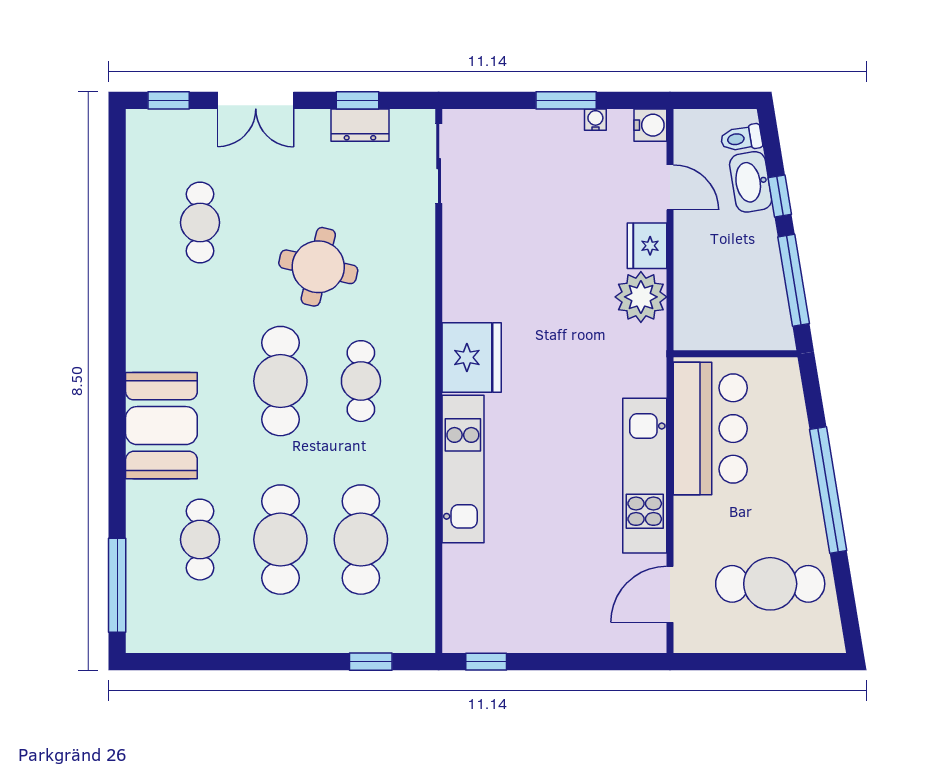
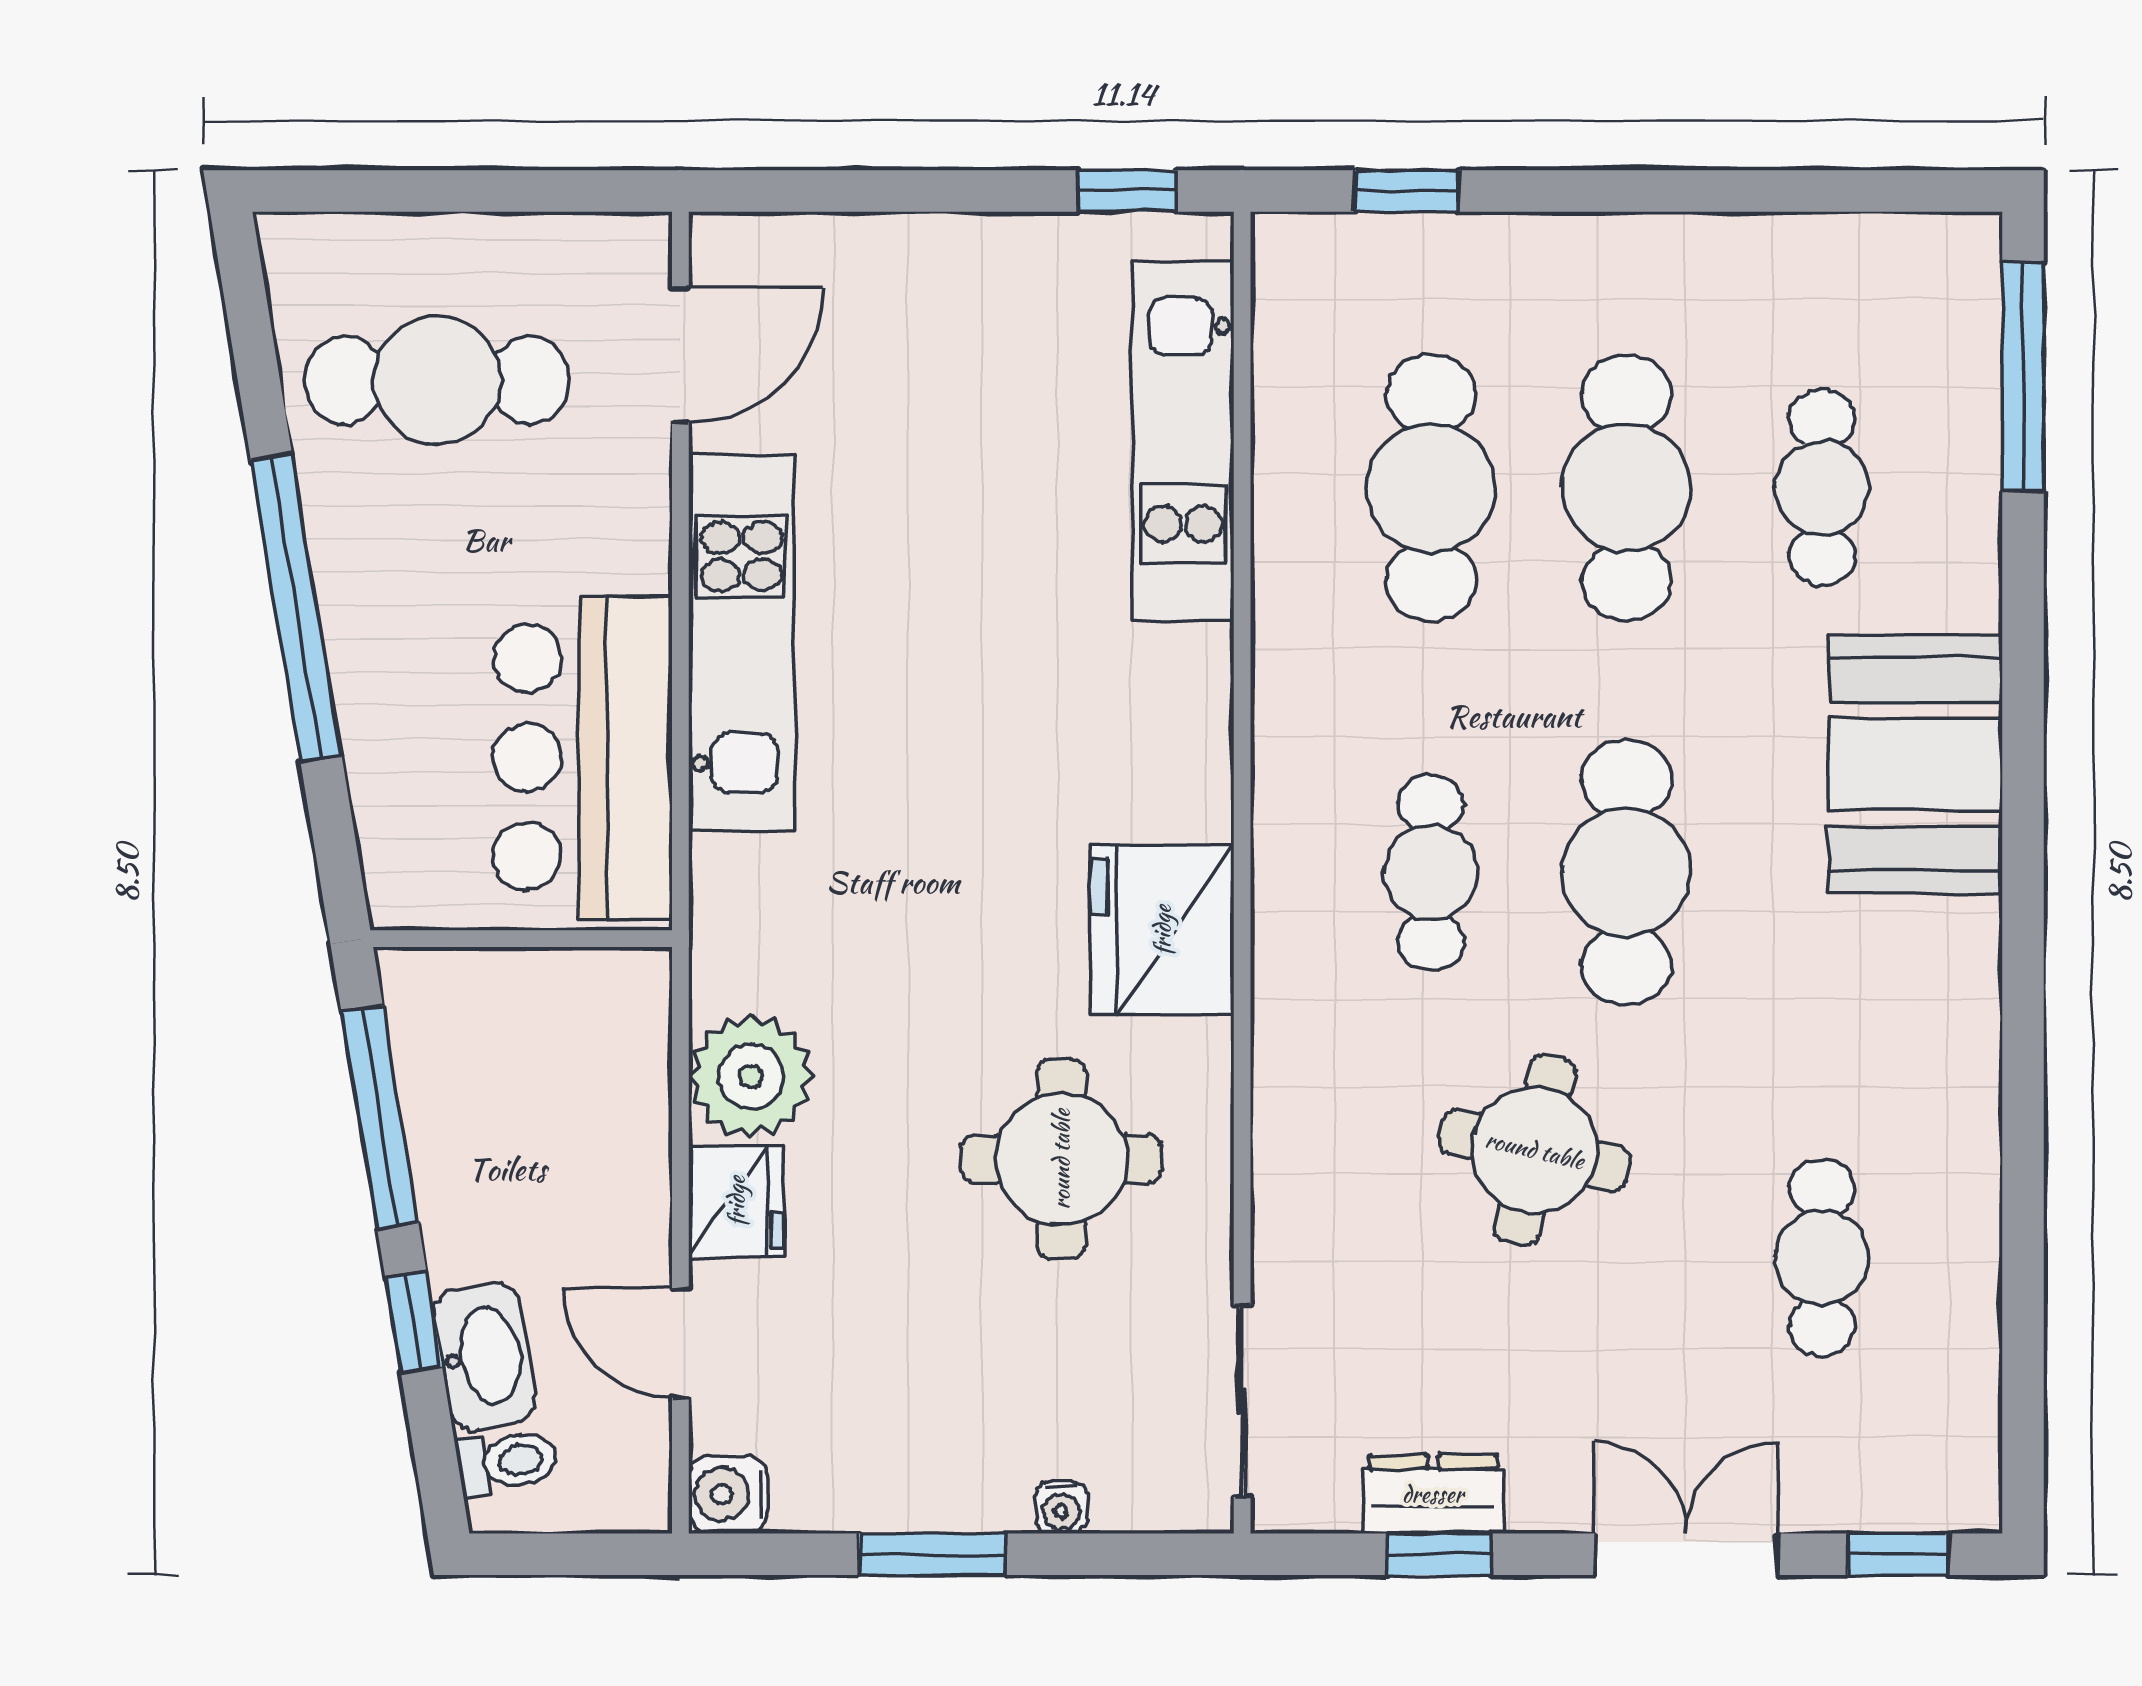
water cooler: (595, 120) -> (1061, 1507), moved
round table: (513, 263) -> (1061, 1159), added
kitchen unit: (463, 469) -> (1183, 441), moved

